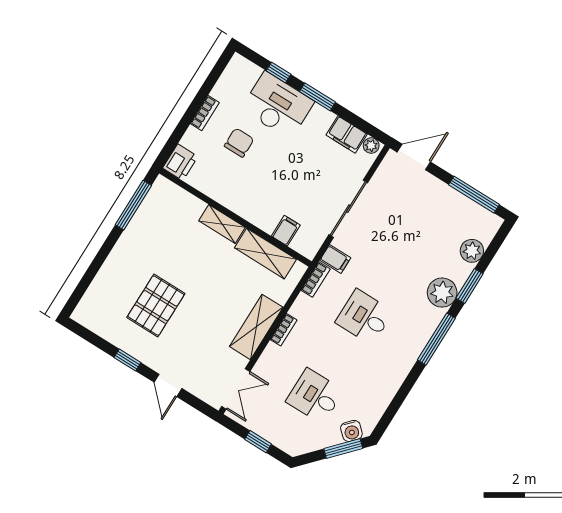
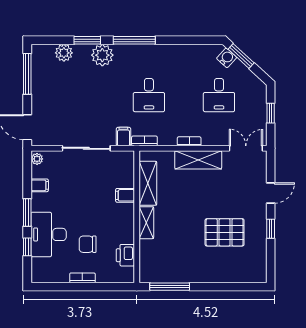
filing cabinet: (347, 135) -> (40, 185), width x0.50
printer: (180, 162) -> (125, 255), moved, turned -90
filing cabinet: (286, 231) -> (125, 195), moved

